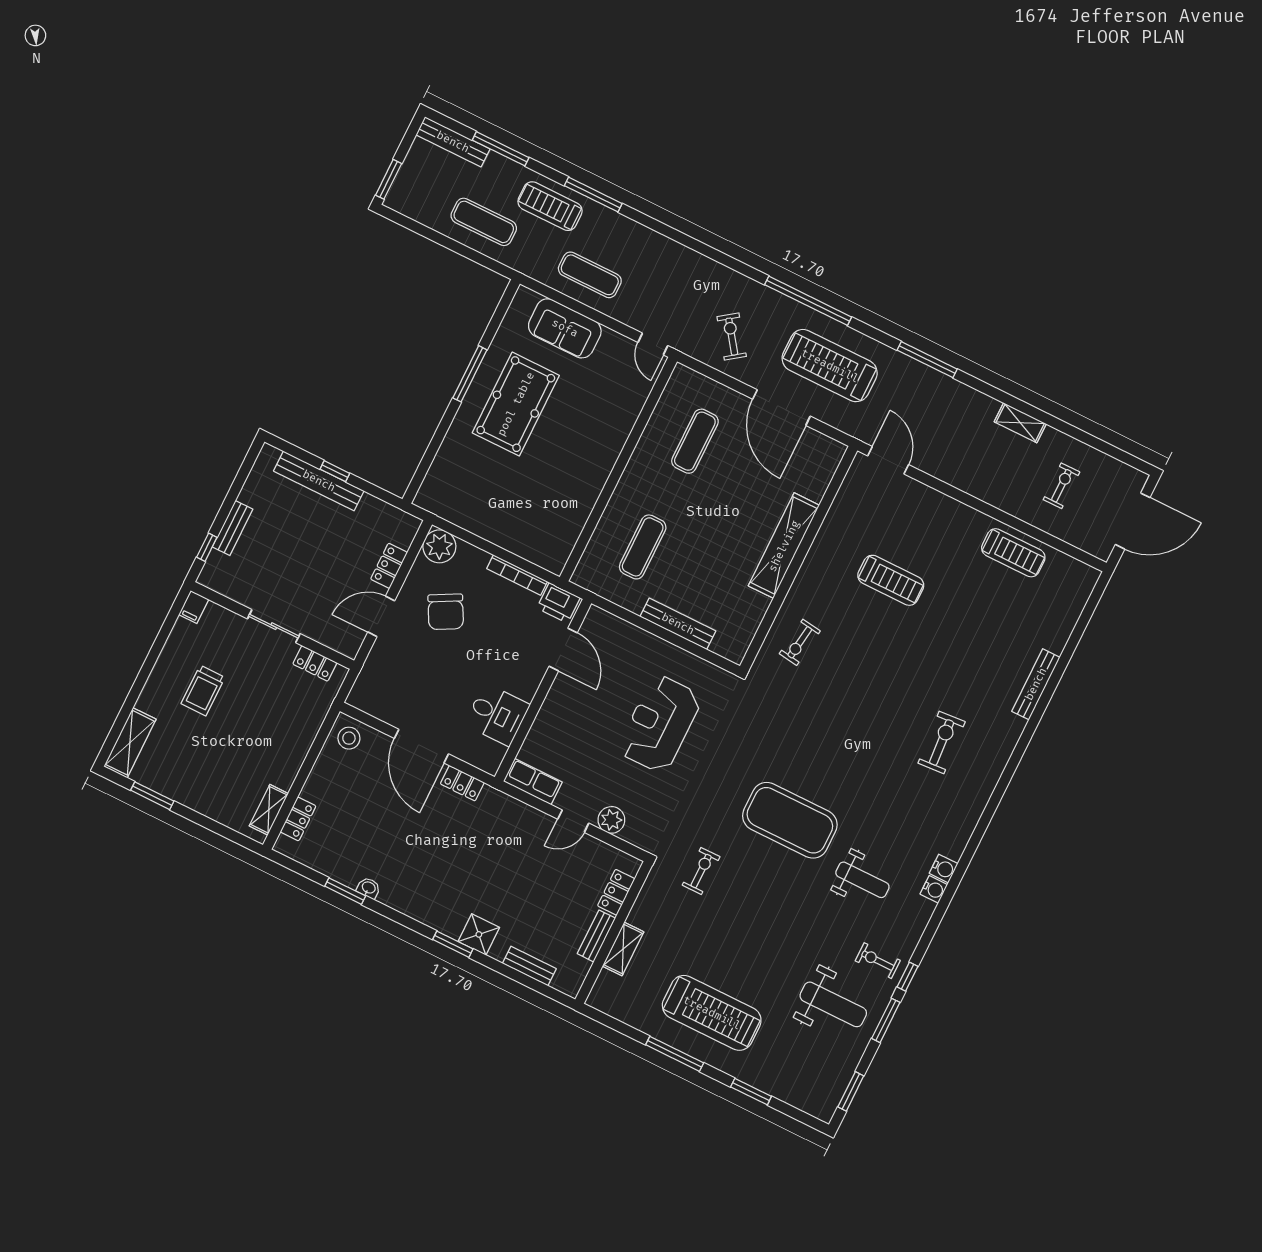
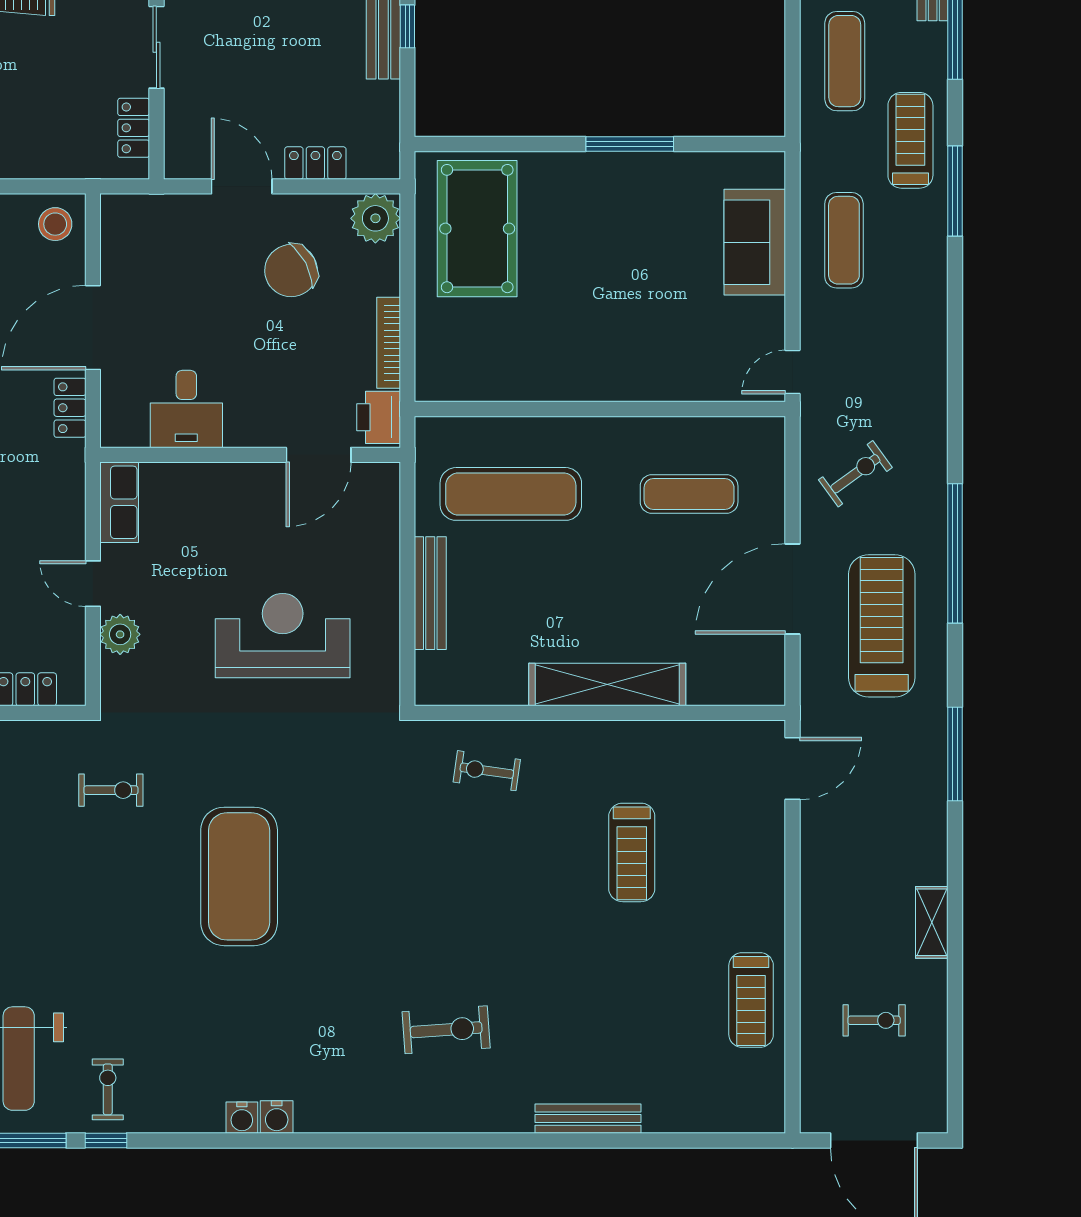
pool table: (516, 404) -> (477, 229), moved, turned 90
exercise mat: (643, 547) -> (511, 494), width x1.36, depth x1.45
weight bench: (862, 880) -> (207, 1015), removed

